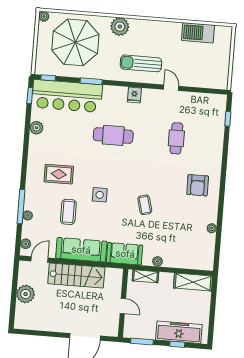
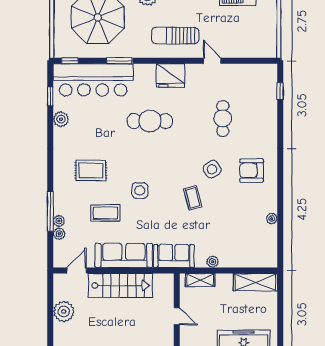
fridge: (134, 95) -> (170, 75), width x1.88, depth x1.34
window: (30, 96) -> (50, 96), moved
side table: (164, 181) -> (212, 169), added
armchair: (198, 185) -> (252, 170), turned 90
coffee table: (68, 212) -> (105, 213), turned 90
plant: (26, 244) -> (59, 234), moved

